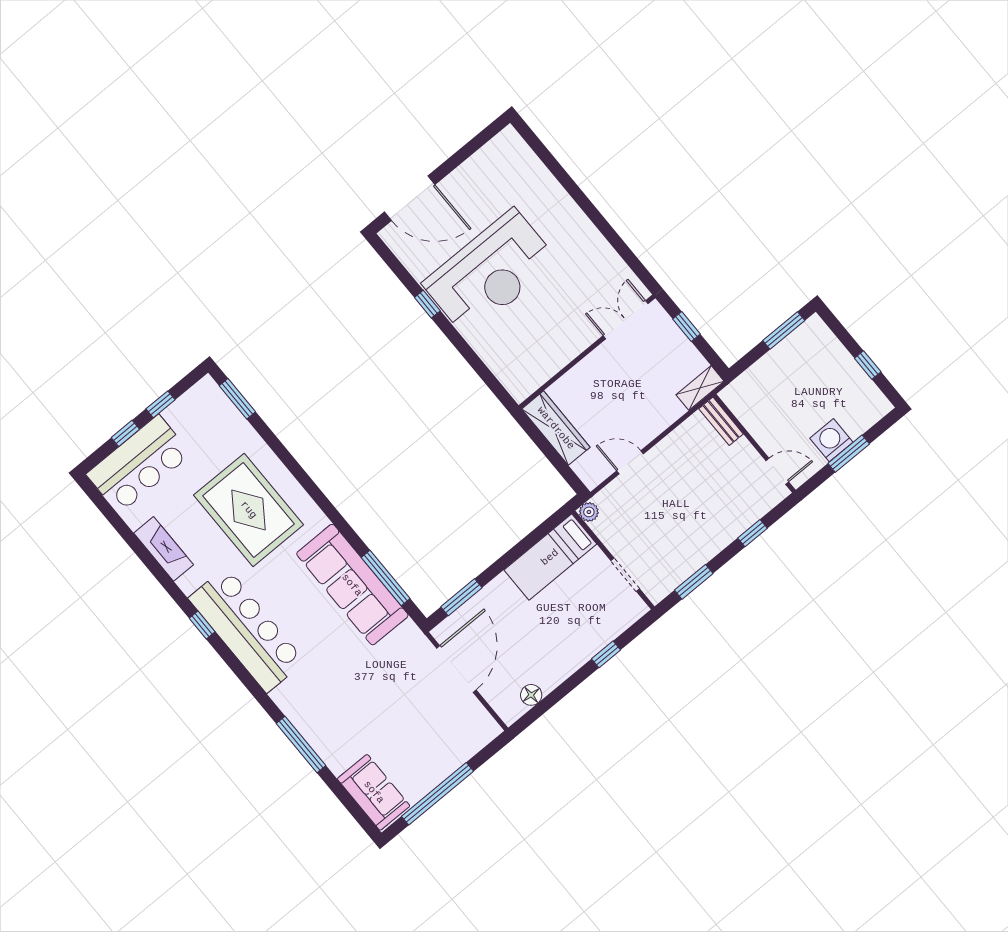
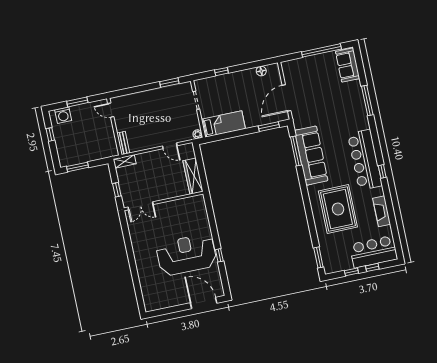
washing machine: (831, 440) -> (63, 115), moved
window: (752, 533) -> (134, 90), removed

